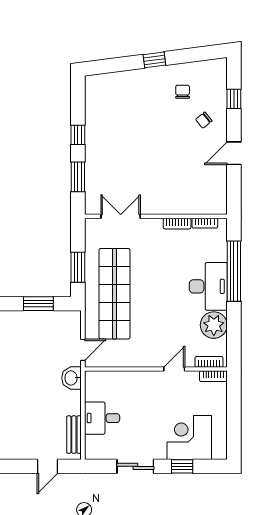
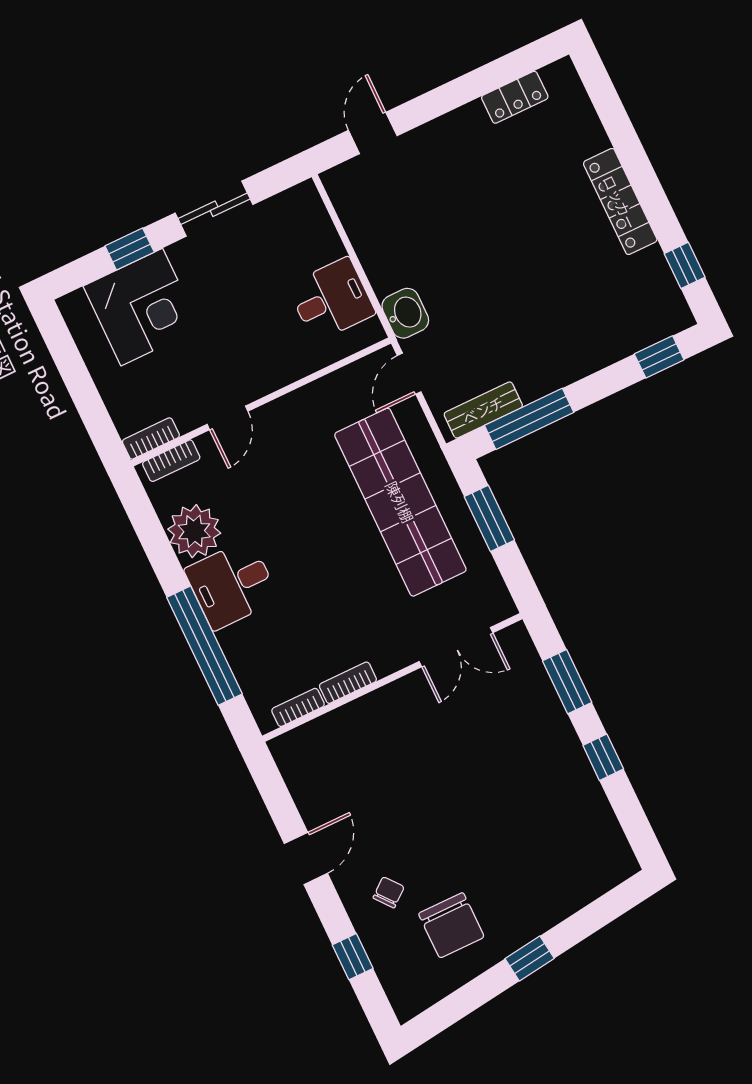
chair: (183, 92) -> (451, 925), width x1.87, depth x1.87
desk: (208, 286) -> (232, 585), width x0.73
window: (38, 304) -> (529, 419), width x1.44
desk: (102, 418) -> (331, 300), moved
bench: (74, 435) -> (483, 410), moved, turned 90

